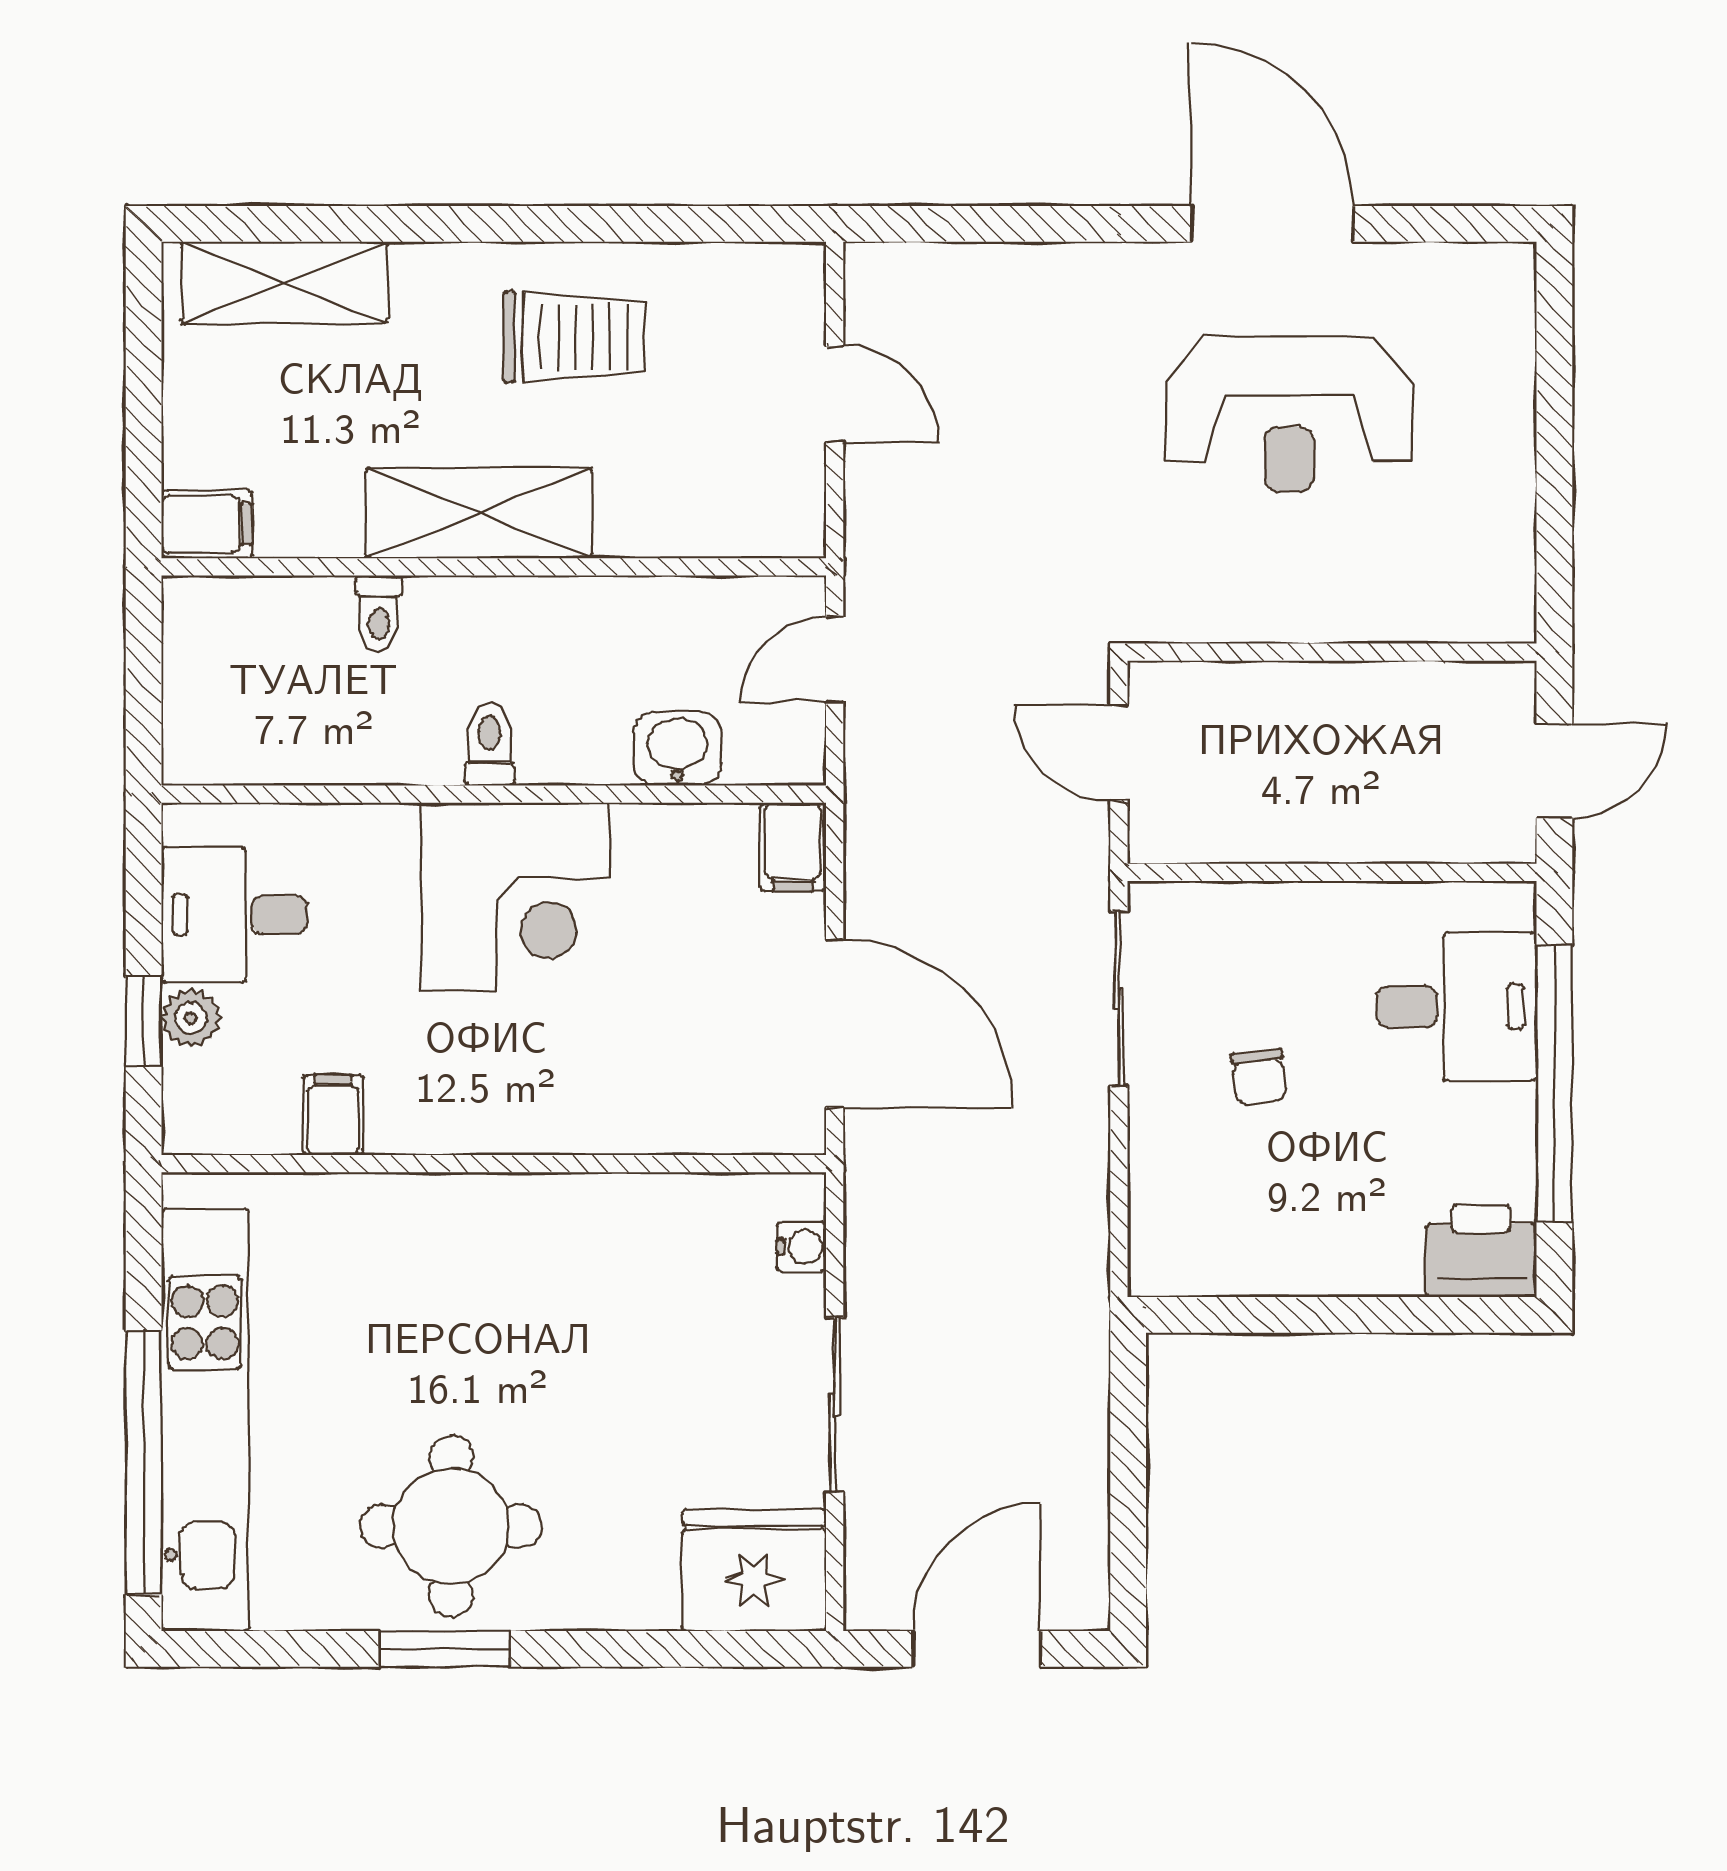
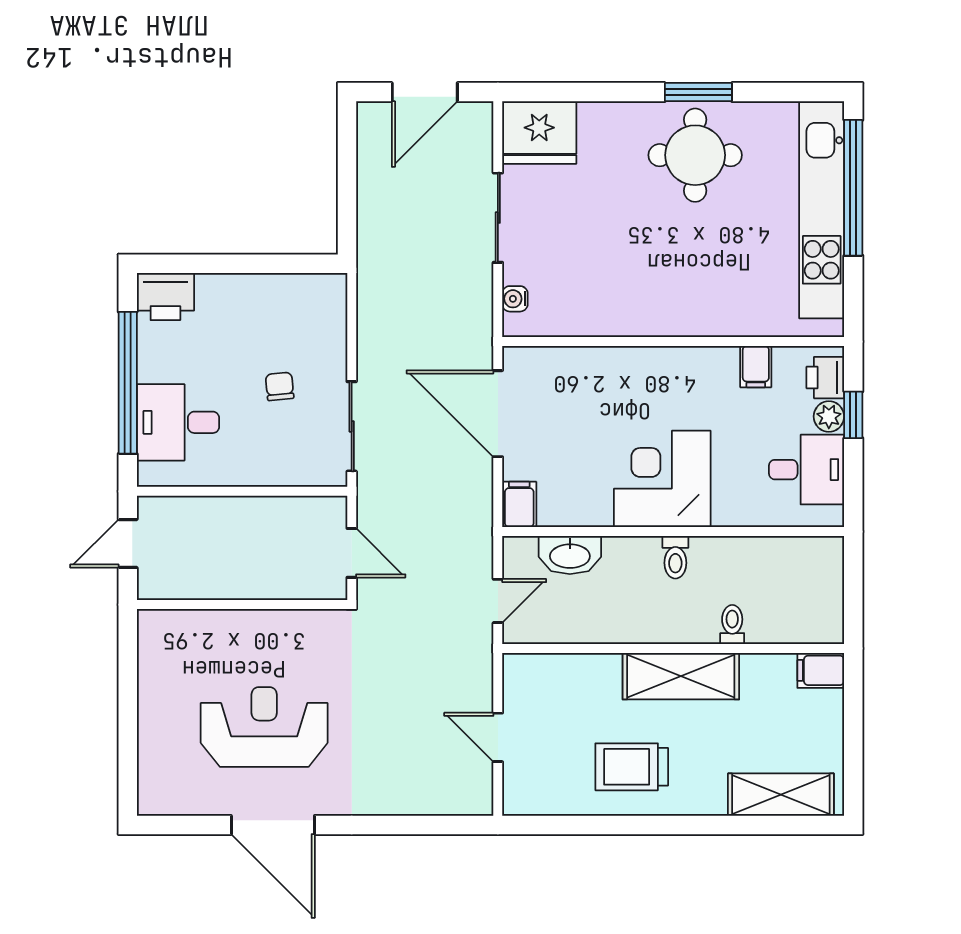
washbasin: (678, 749) -> (570, 555), width x1.38
printer: (198, 1094) -> (825, 378), added

